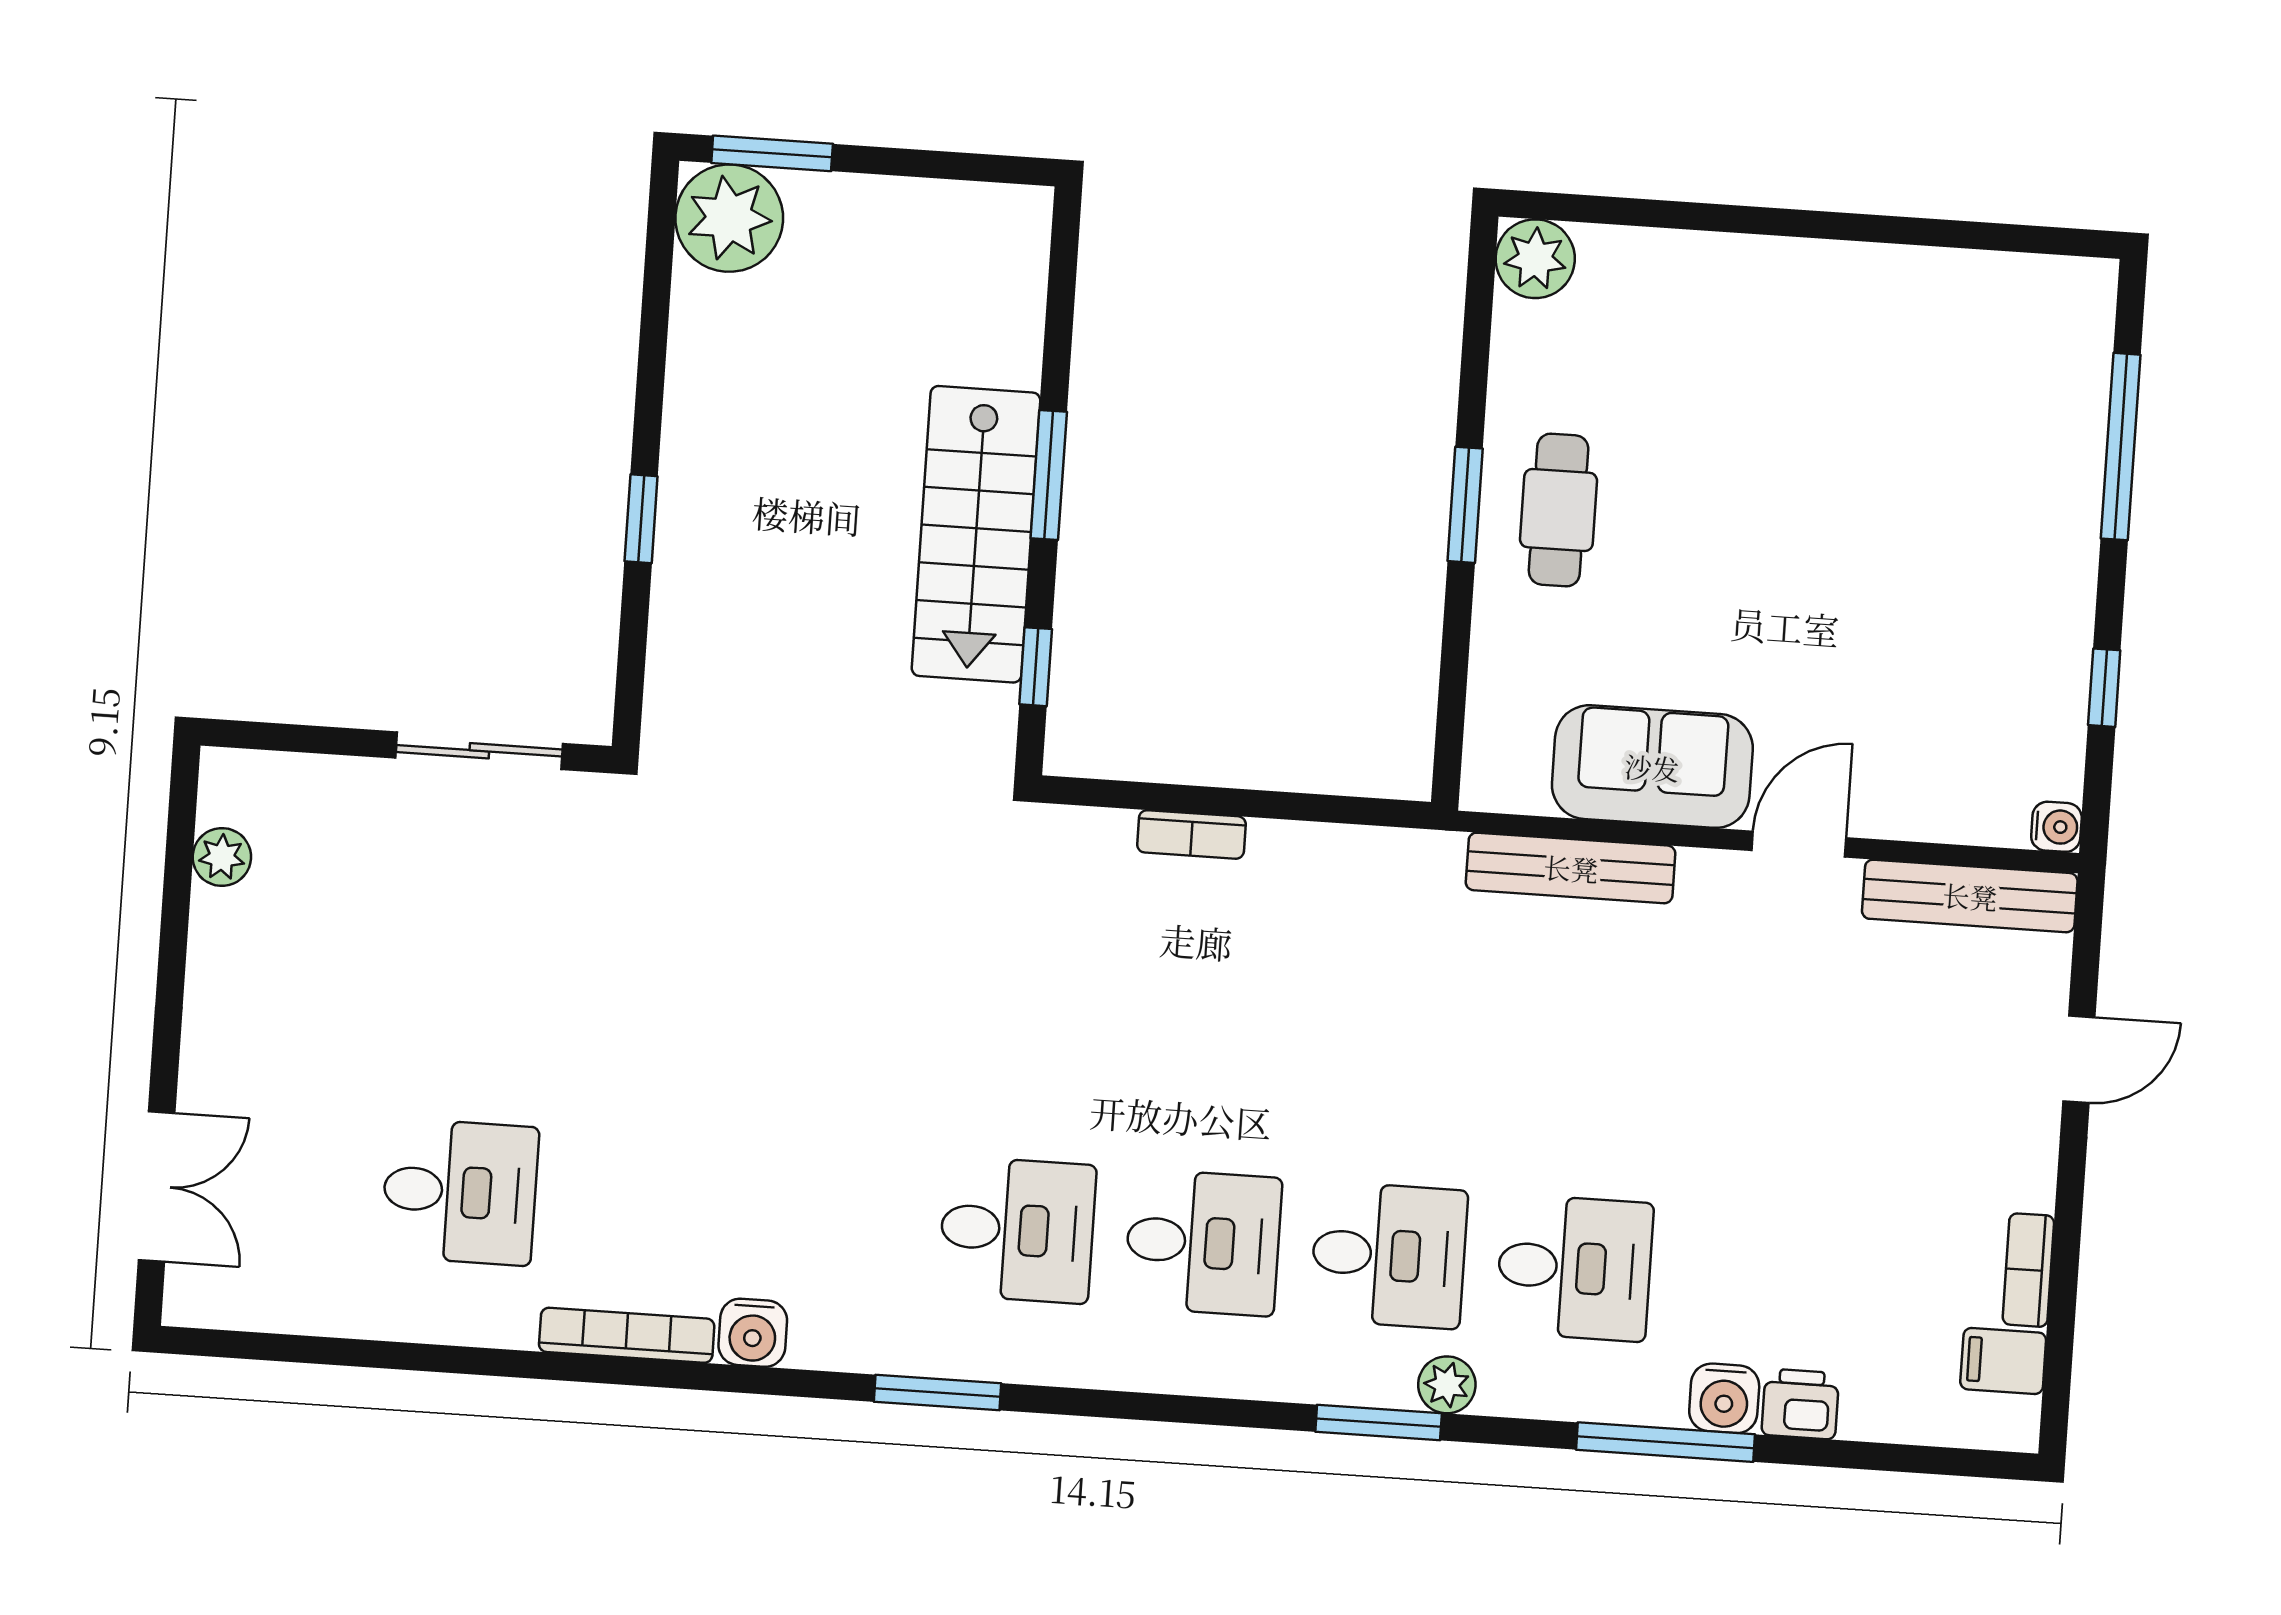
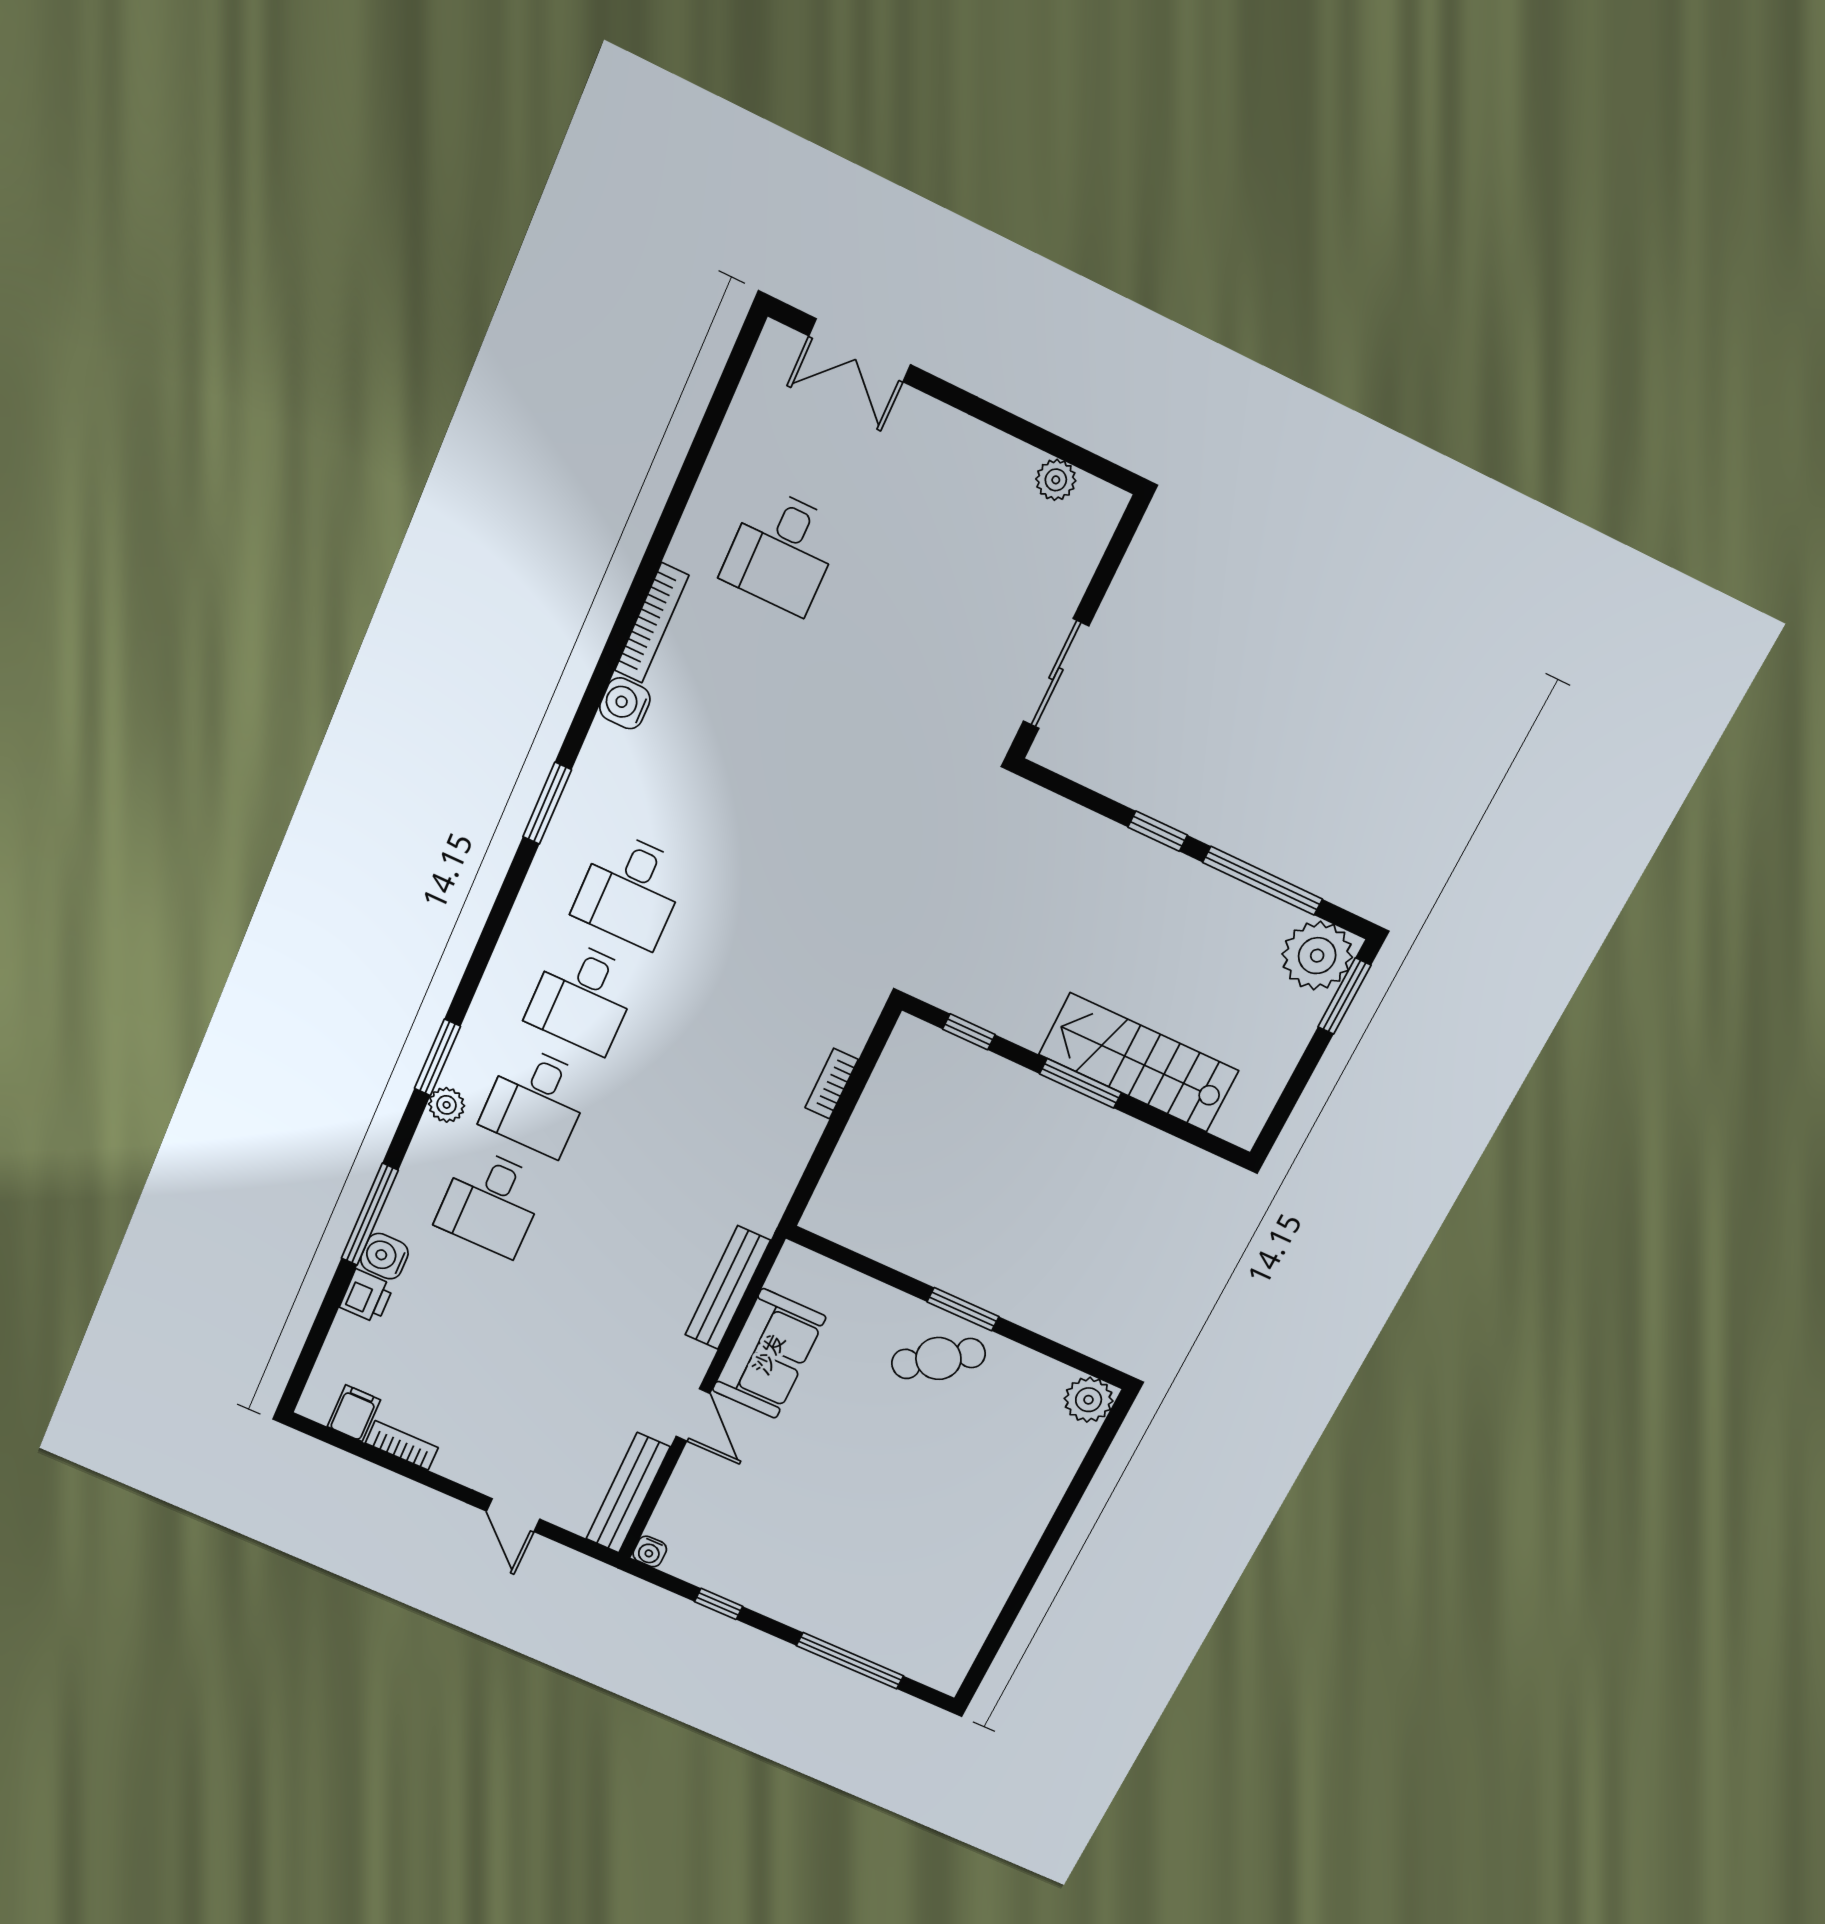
window: (653, 342) -> (1263, 881), added
cafe table: (1559, 510) -> (938, 1358), turned -36
stairs: (976, 534) -> (1139, 1063), moved

